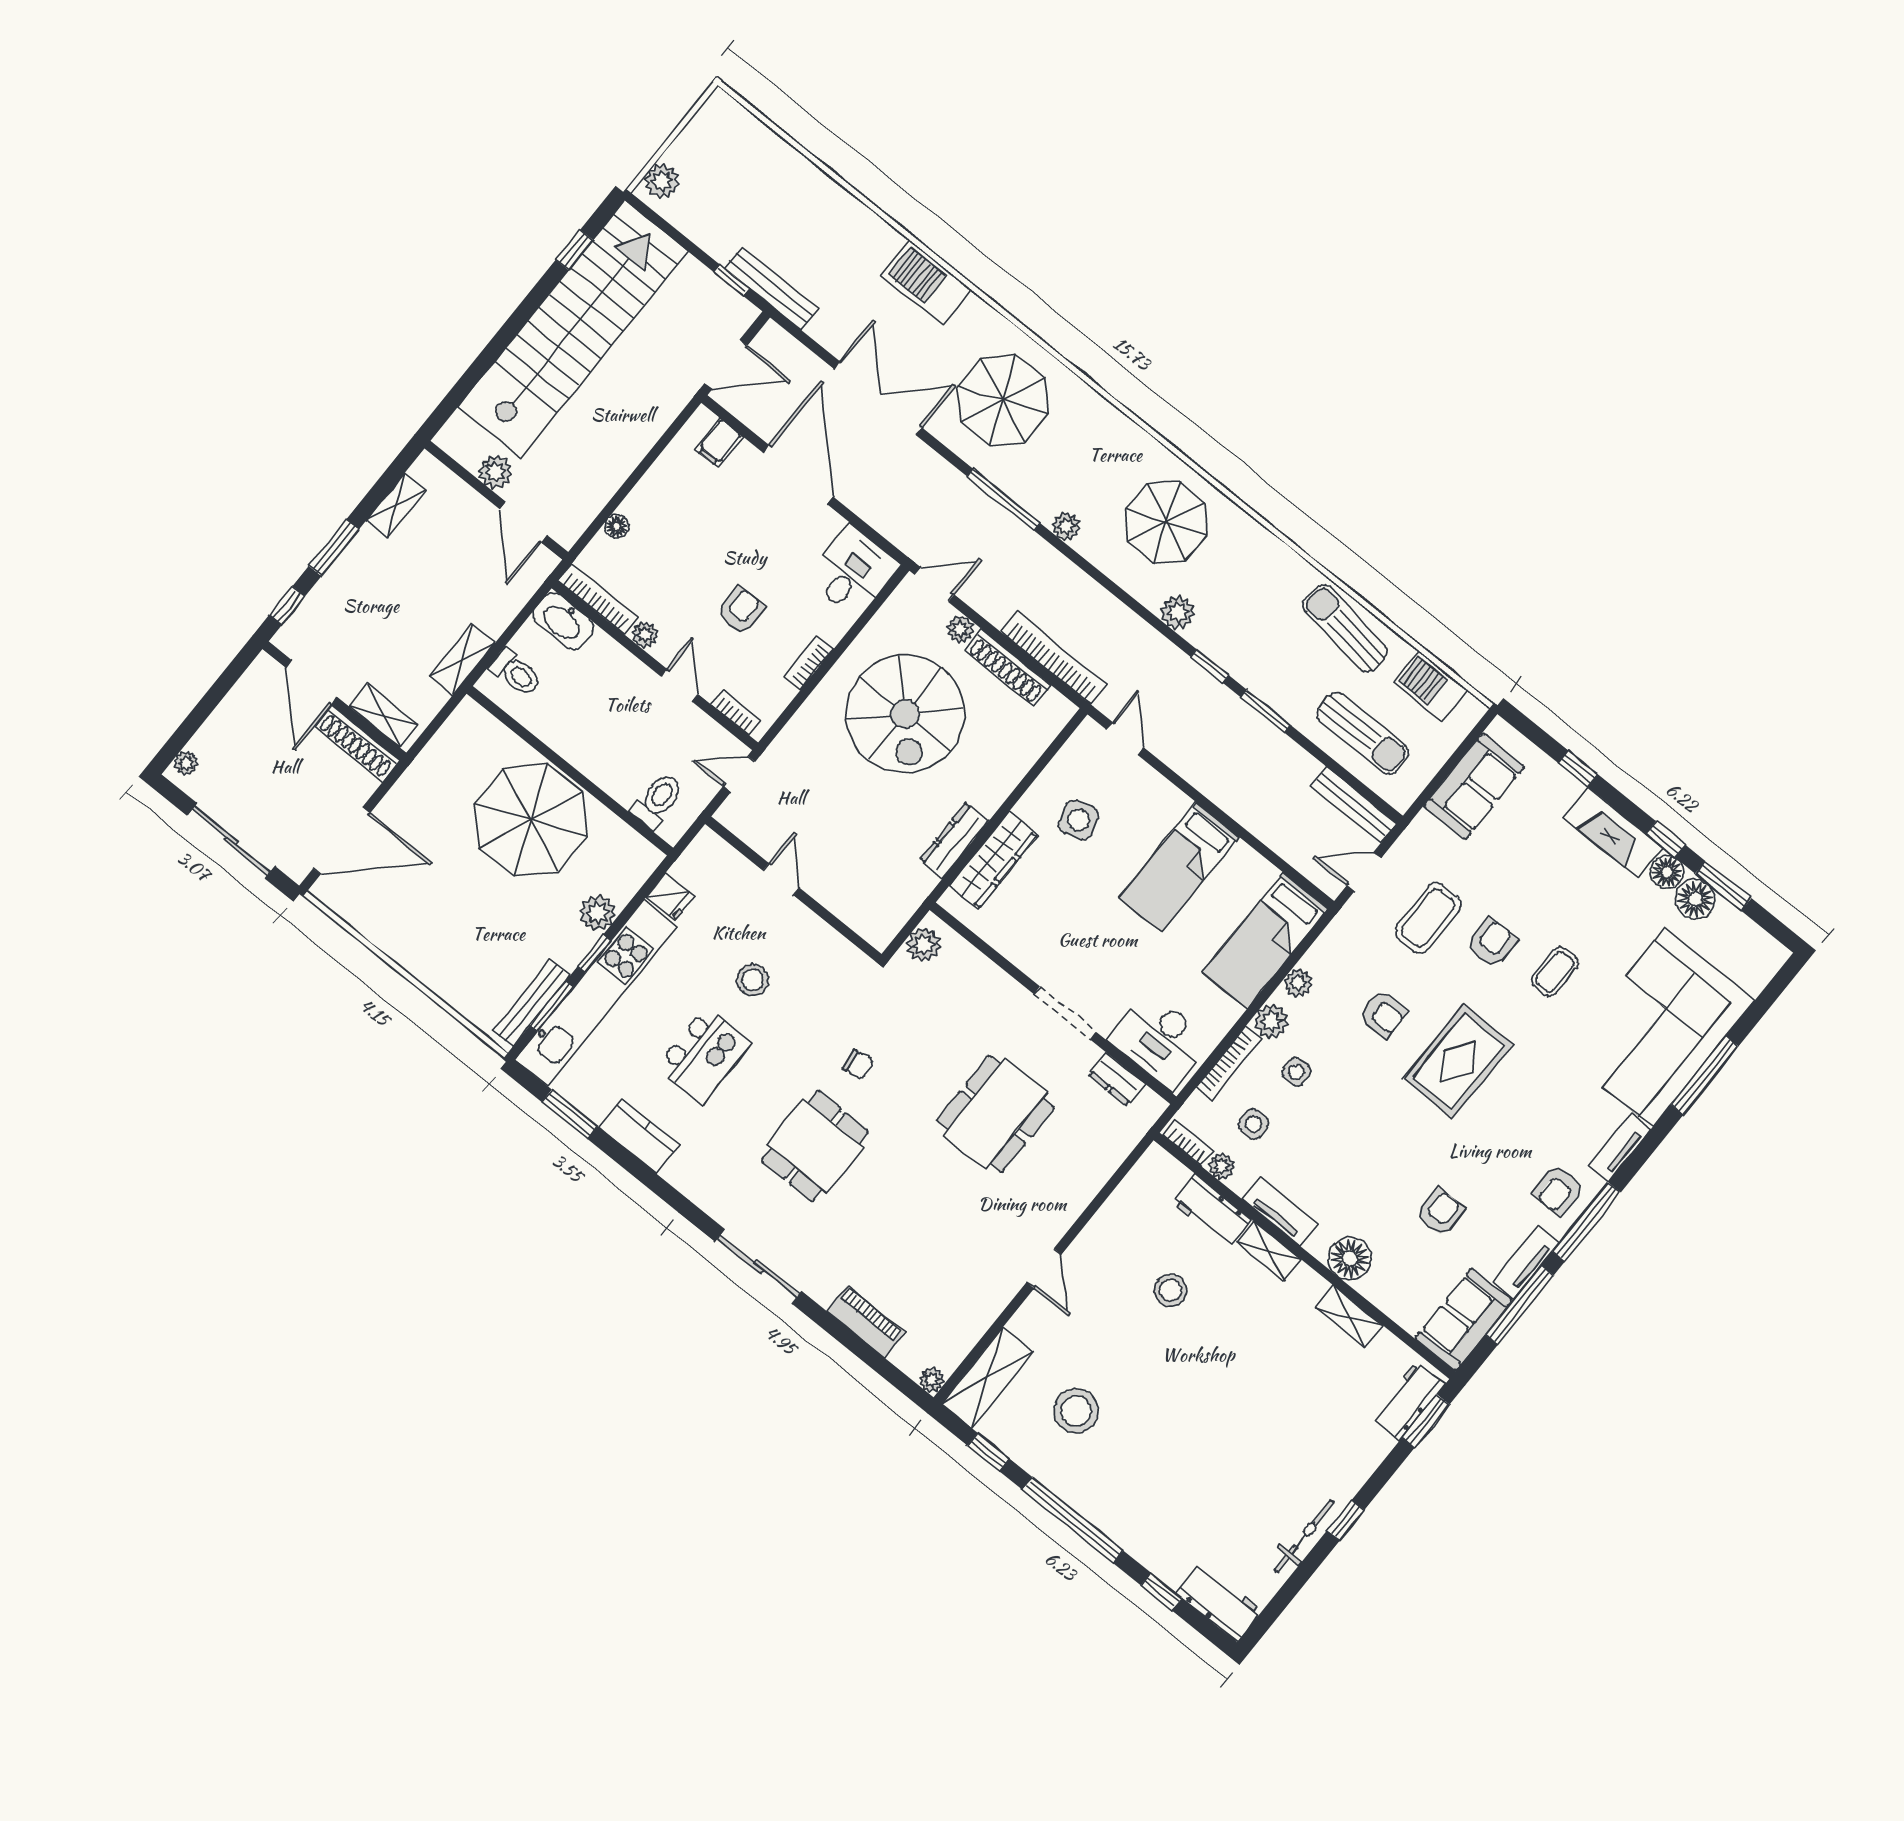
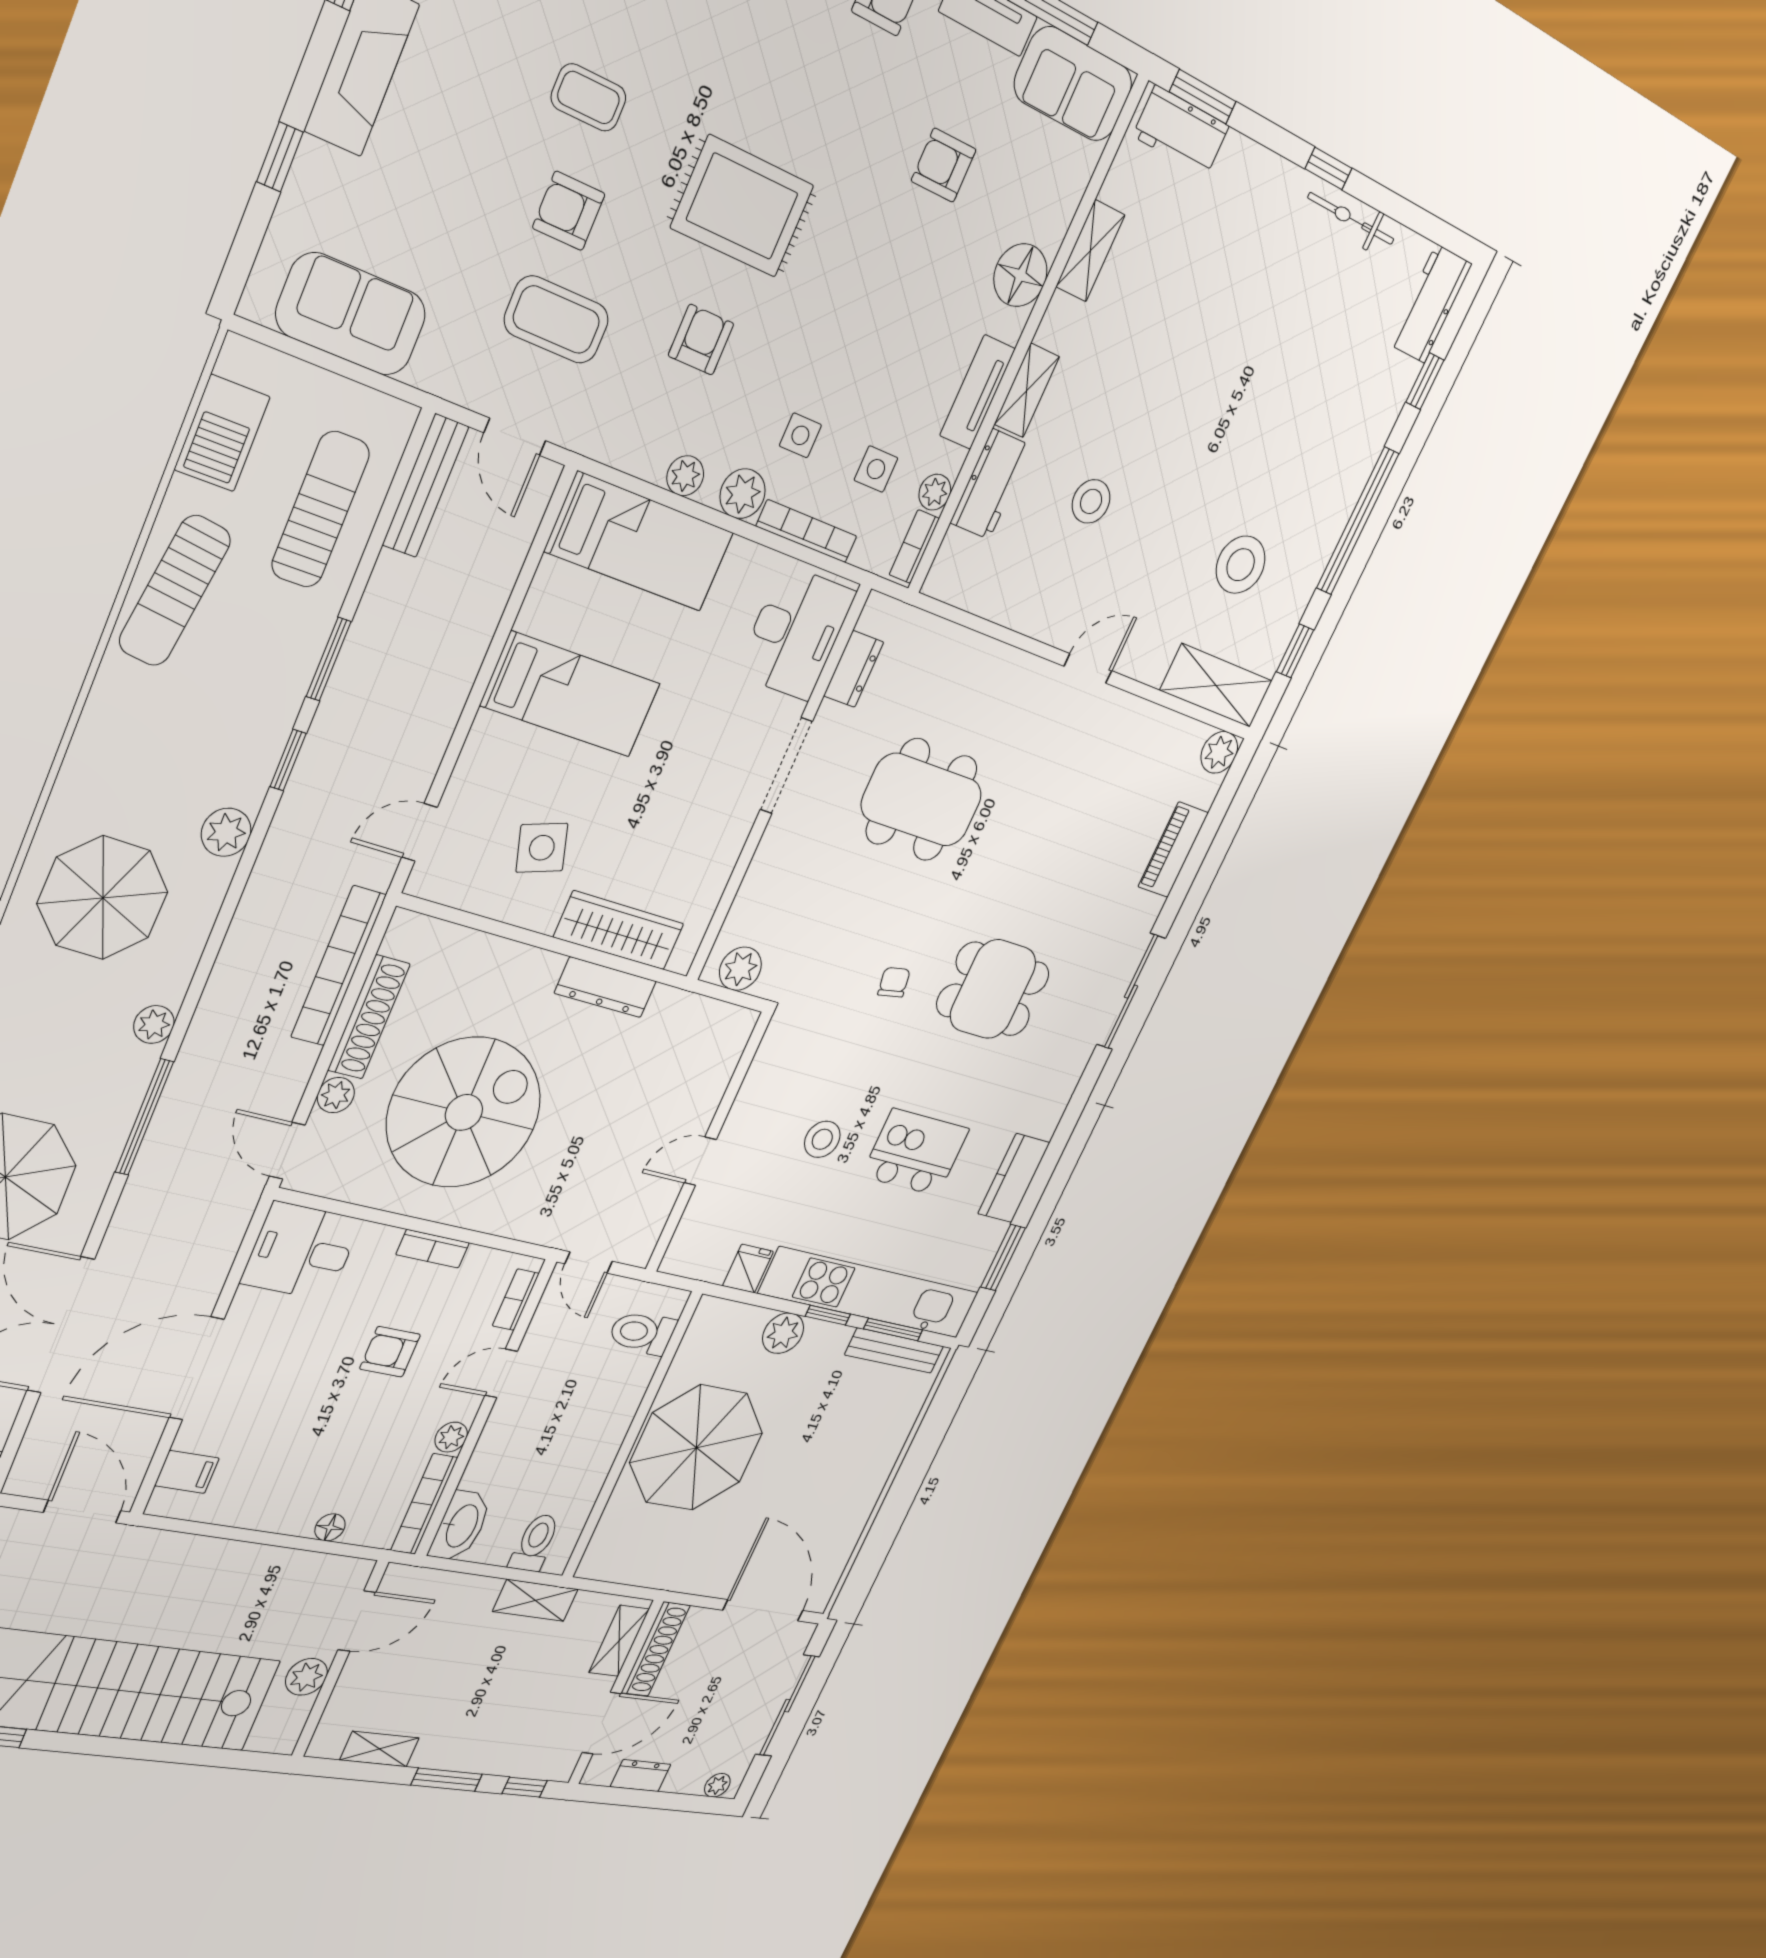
dresser: (238, 701) -> (641, 1776), added
plant: (932, 1380) -> (1219, 752), width x1.38, depth x1.38

